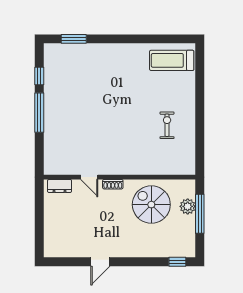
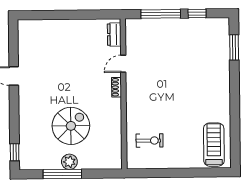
door: (89, 177) -> (123, 64), moved
wall: (119, 177) -> (124, 94), moved
shoe rack: (113, 184) -> (117, 87), moved
dresser: (60, 186) -> (114, 35), moved

